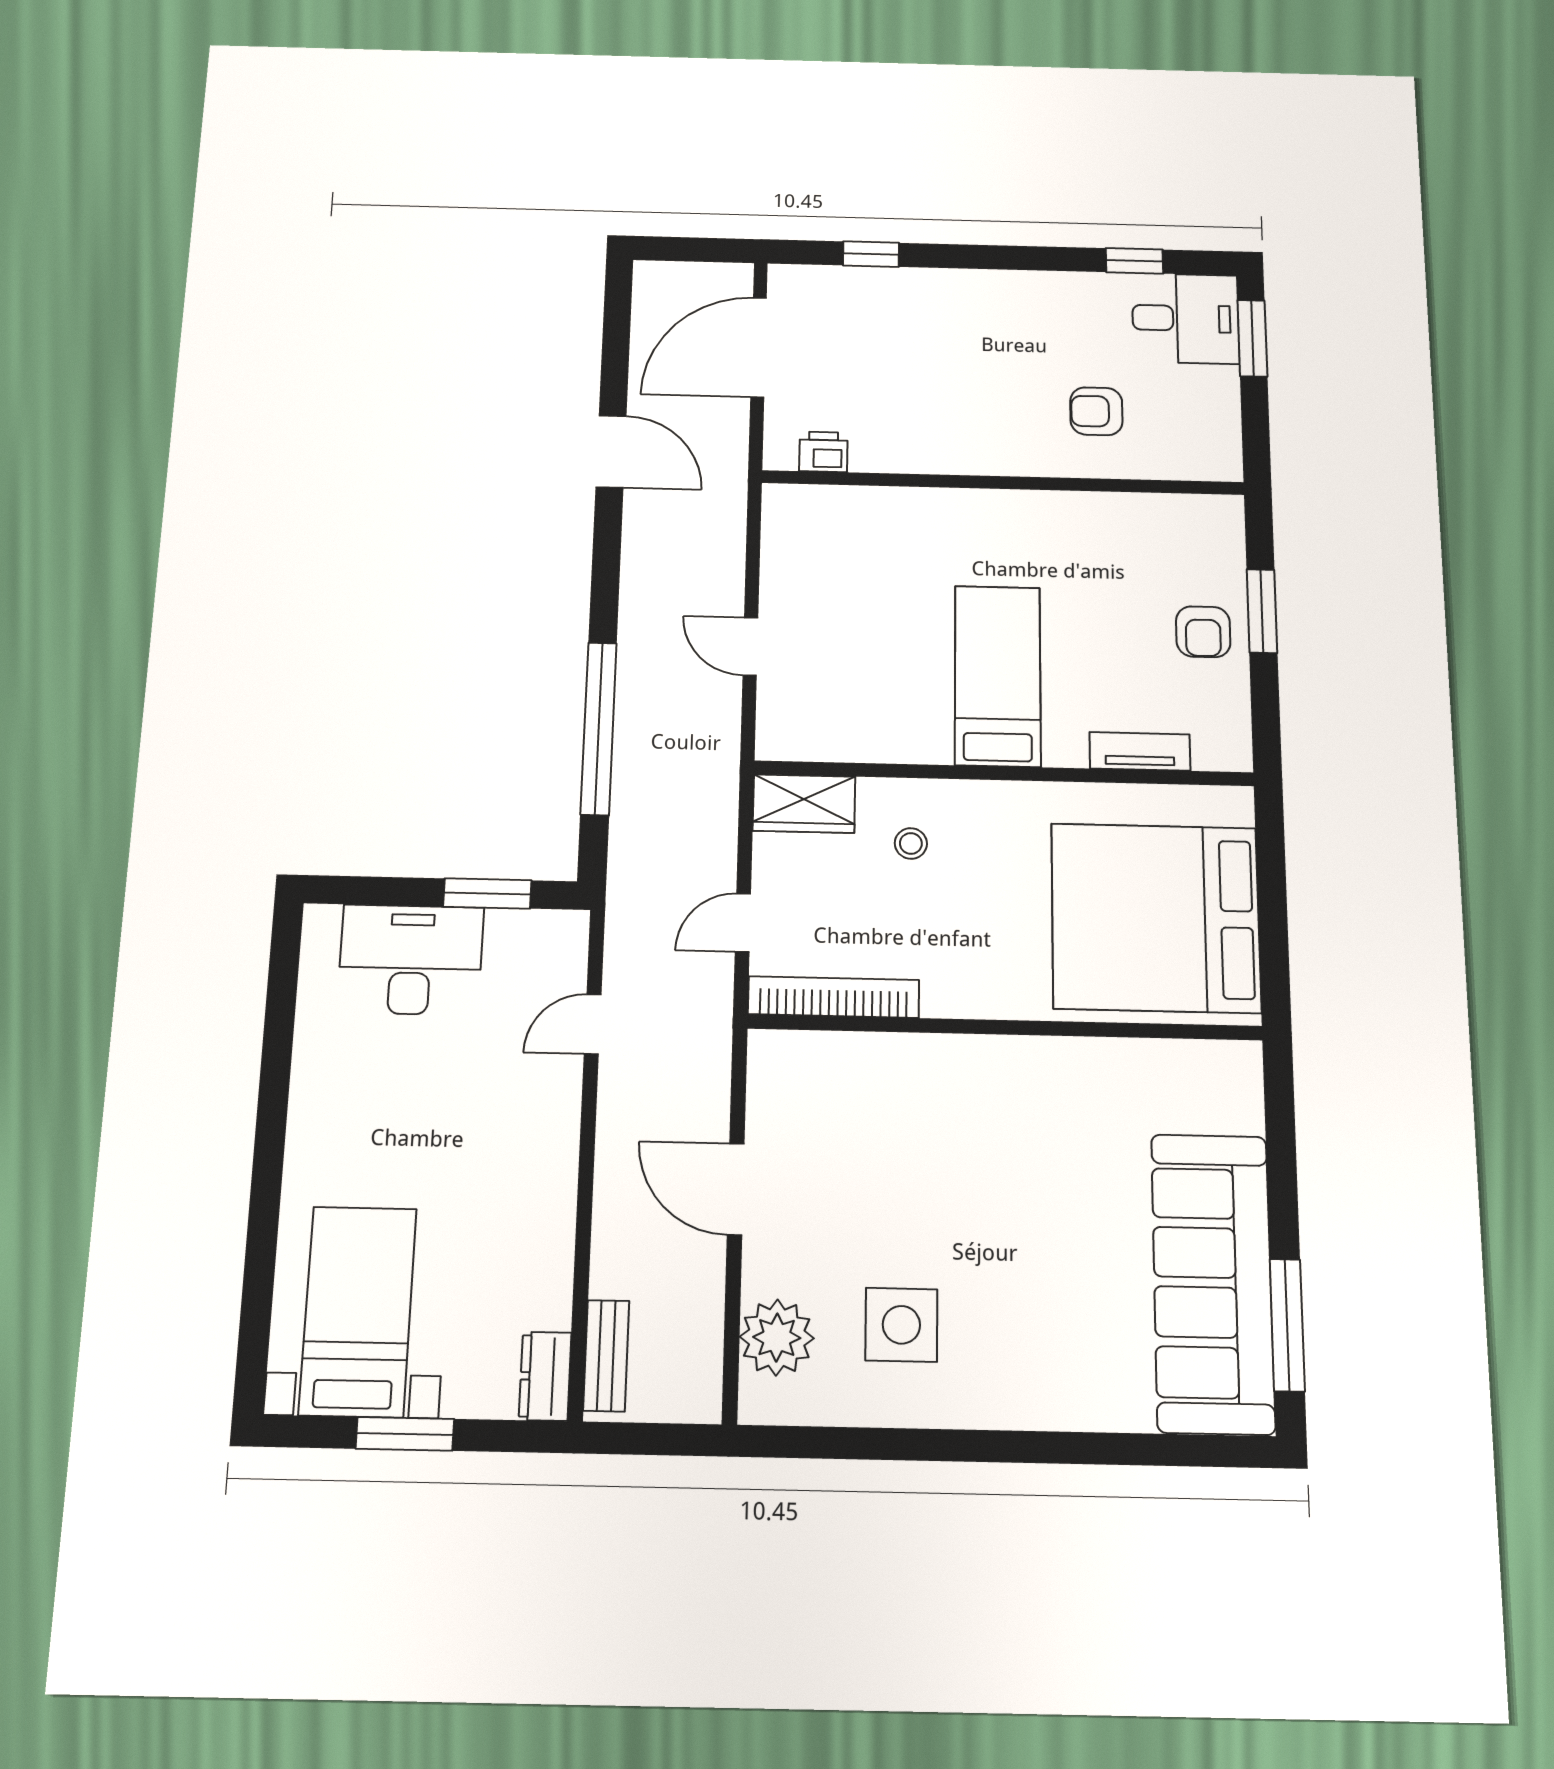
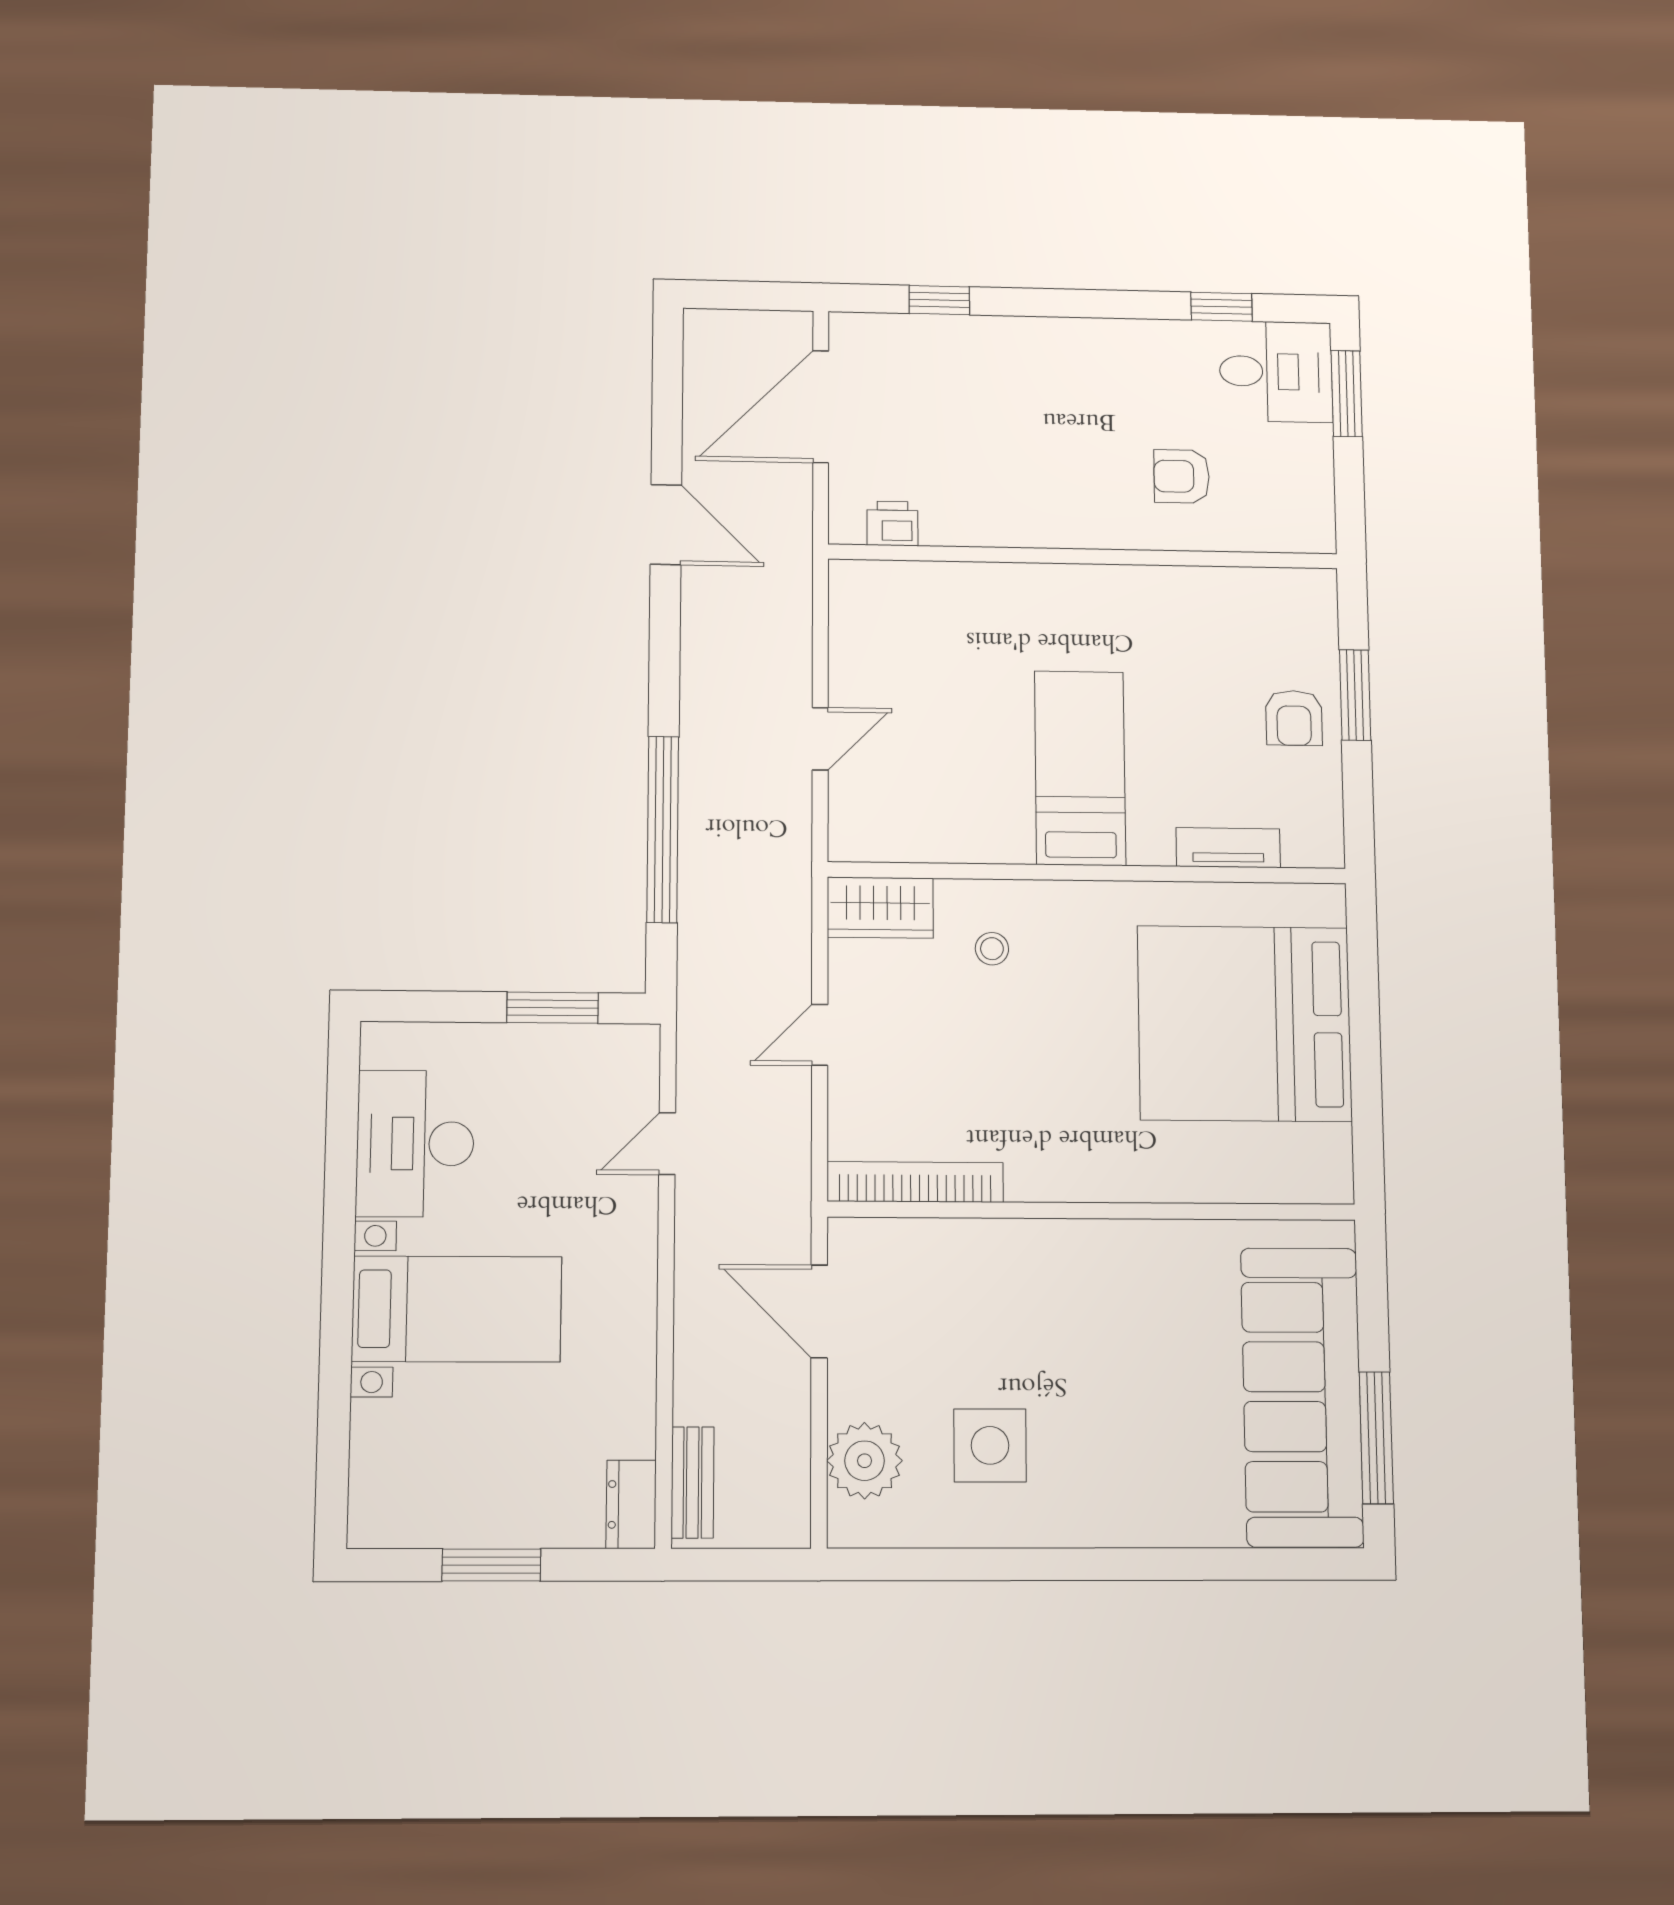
door: (750, 647) -> (820, 739), swing flipped
desk: (411, 960) -> (415, 1144), moved, turned -90
bookcase: (834, 997) -> (915, 1182), moved
wall: (1005, 1027) -> (1092, 1211), moved
bed with nightstands: (358, 1311) -> (457, 1309), moved, turned 90

